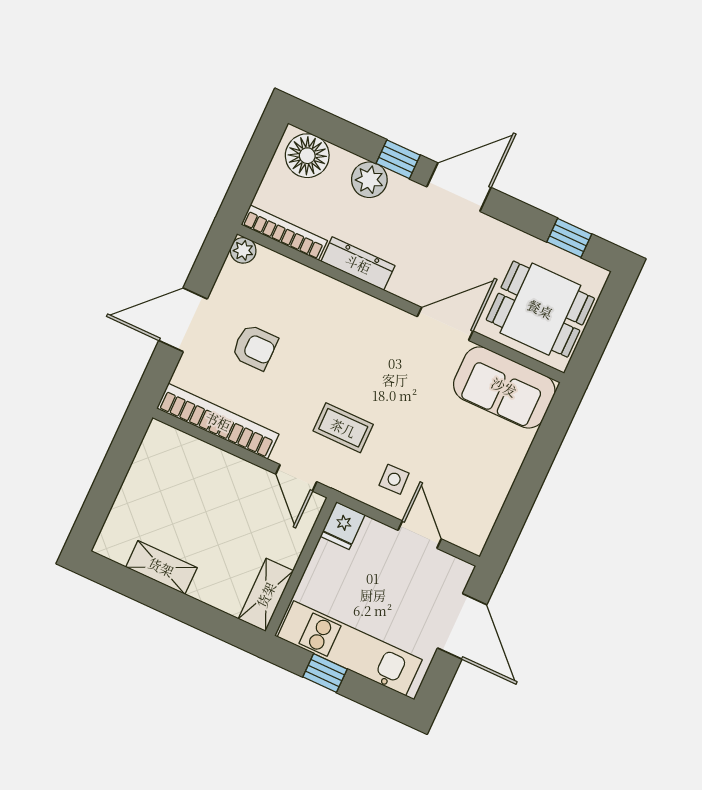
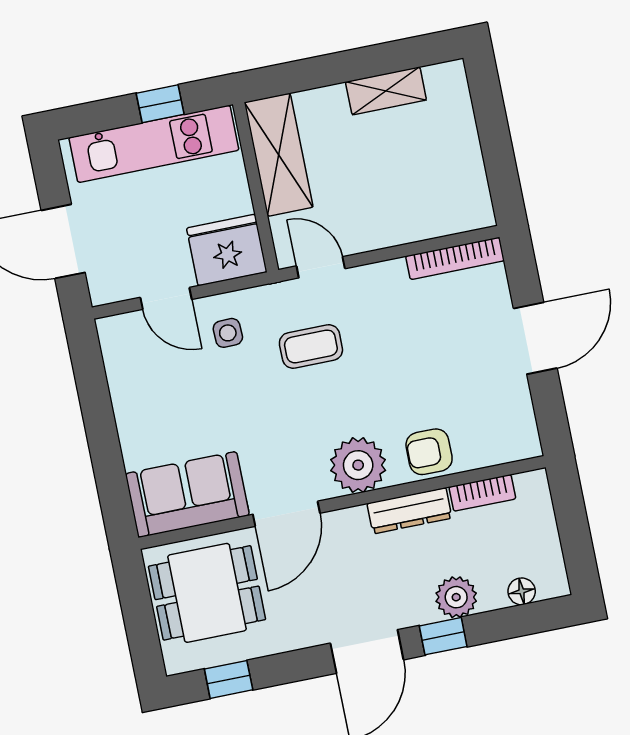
floor lamp: (307, 156) -> (522, 591), width x0.53, depth x0.53
bookcase: (284, 233) -> (482, 493), width x0.64
plant: (243, 250) -> (358, 465), moved, width x1.88, depth x1.88
armchair: (255, 347) -> (429, 452), moved
bookcase: (218, 421) -> (455, 258), width x0.68, depth x0.76
fridge: (343, 526) -> (227, 250), width x1.88, depth x1.34
shelving: (266, 595) -> (279, 155), width x1.50, depth x1.33

